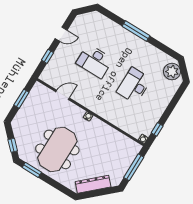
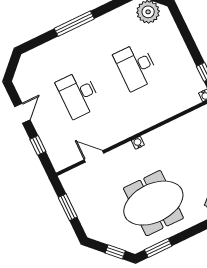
desk: (95, 61) -> (79, 94), turned 90
door: (63, 95) -> (94, 156), hinge flipped
meeting table: (57, 149) -> (153, 203), turned 90

